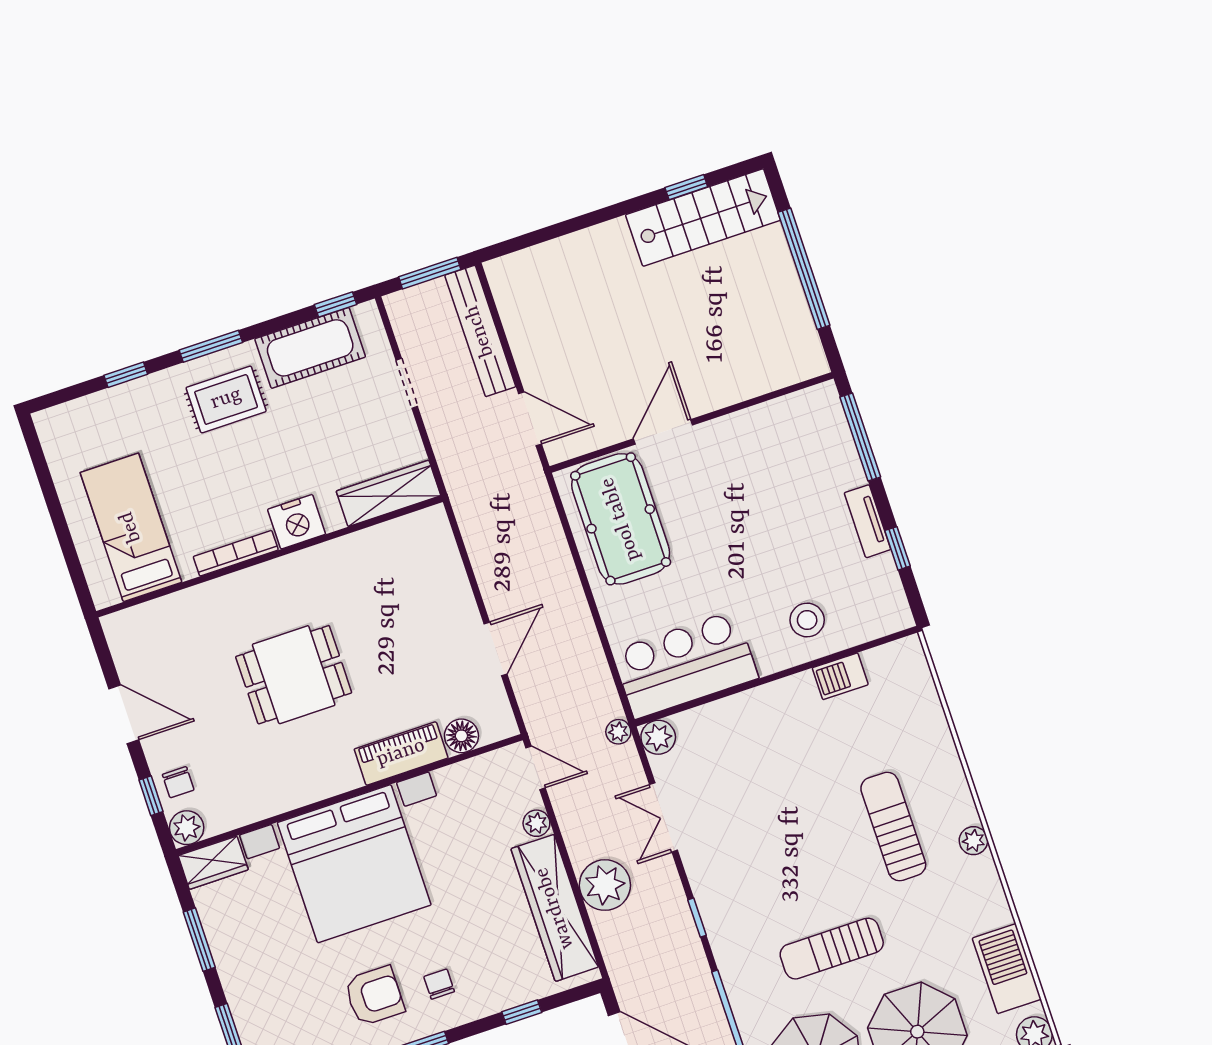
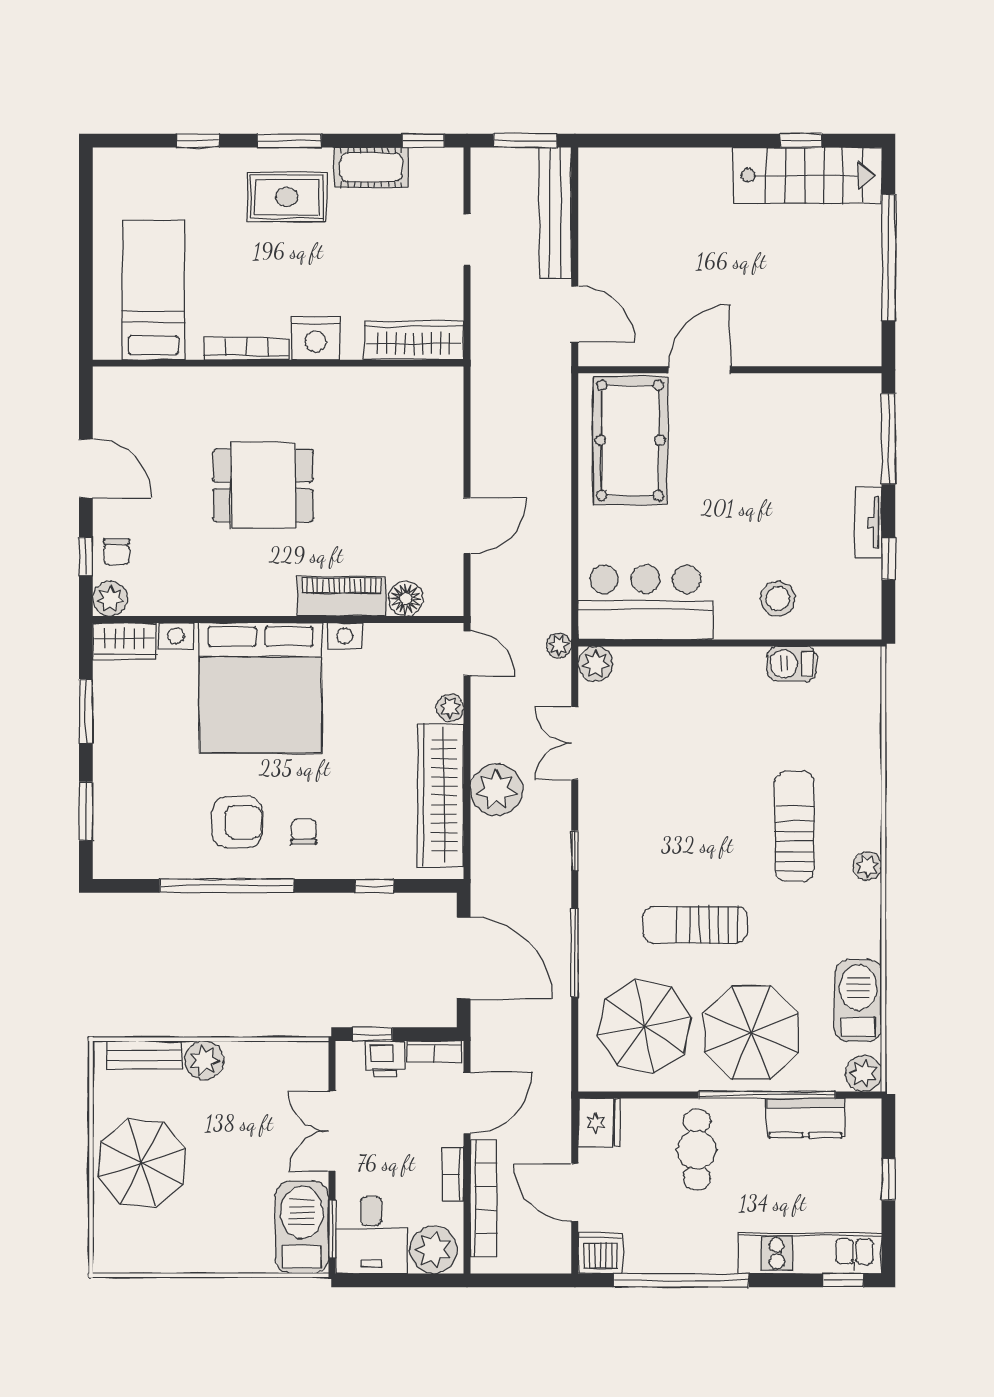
cot: (310, 348) -> (371, 167), width x0.73, depth x0.75

